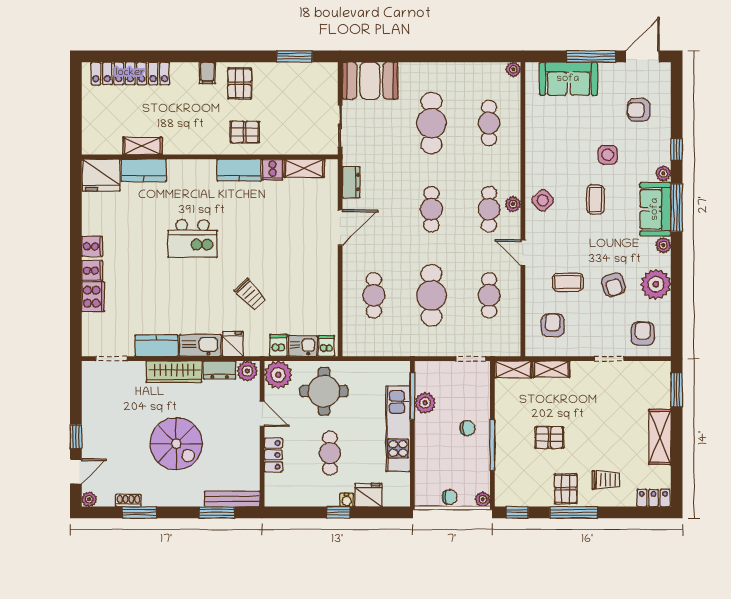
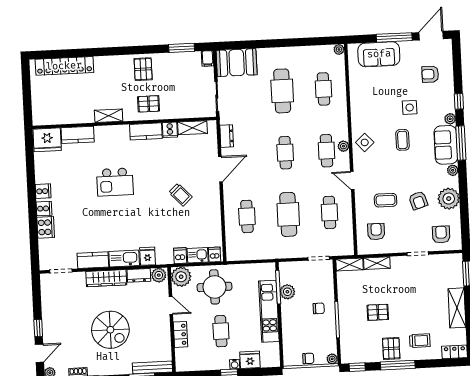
filing cabinet: (207, 73) -> (207, 58), moved
shelving: (142, 146) -> (109, 116), moved
trolley: (250, 294) -> (180, 195), moved

